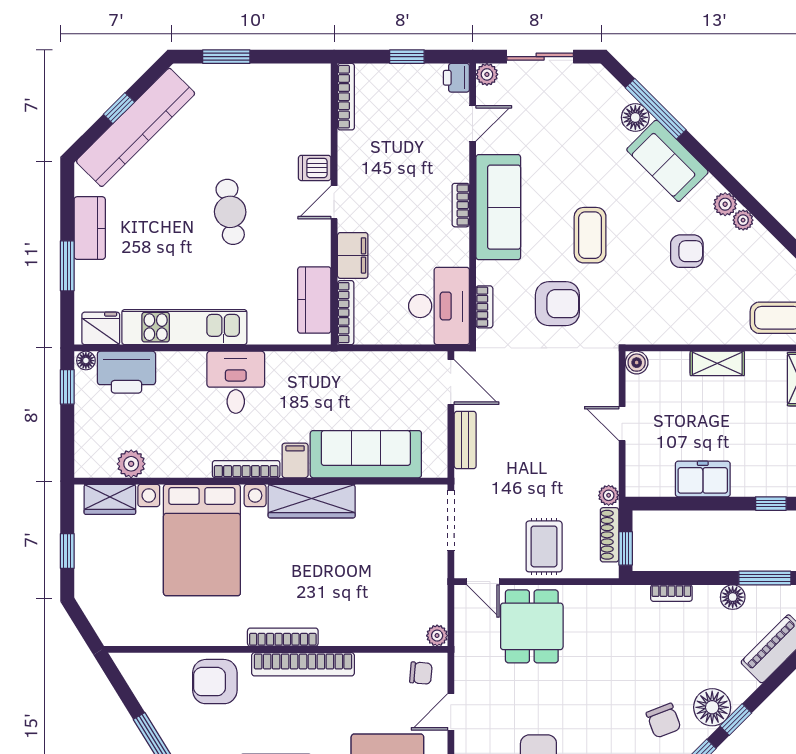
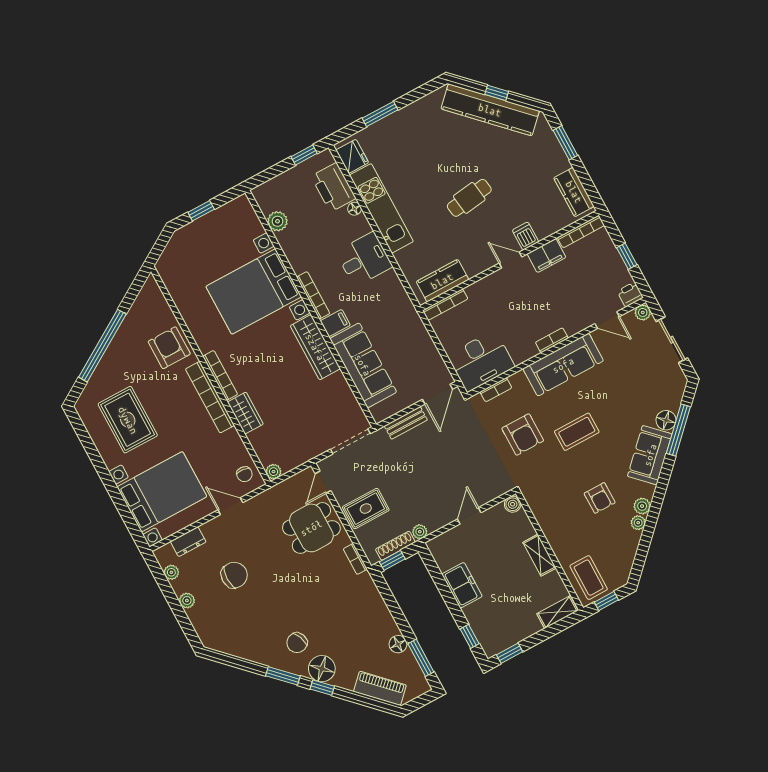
kitchen counter: (90, 228) -> (574, 192), moved, turned 90
filing cabinet: (353, 255) -> (547, 256), moved
floor lamp: (86, 361) -> (354, 209), moved
wardrobe: (110, 499) -> (245, 413), moved, turned 180
bookcase: (671, 593) -> (355, 559), moved

